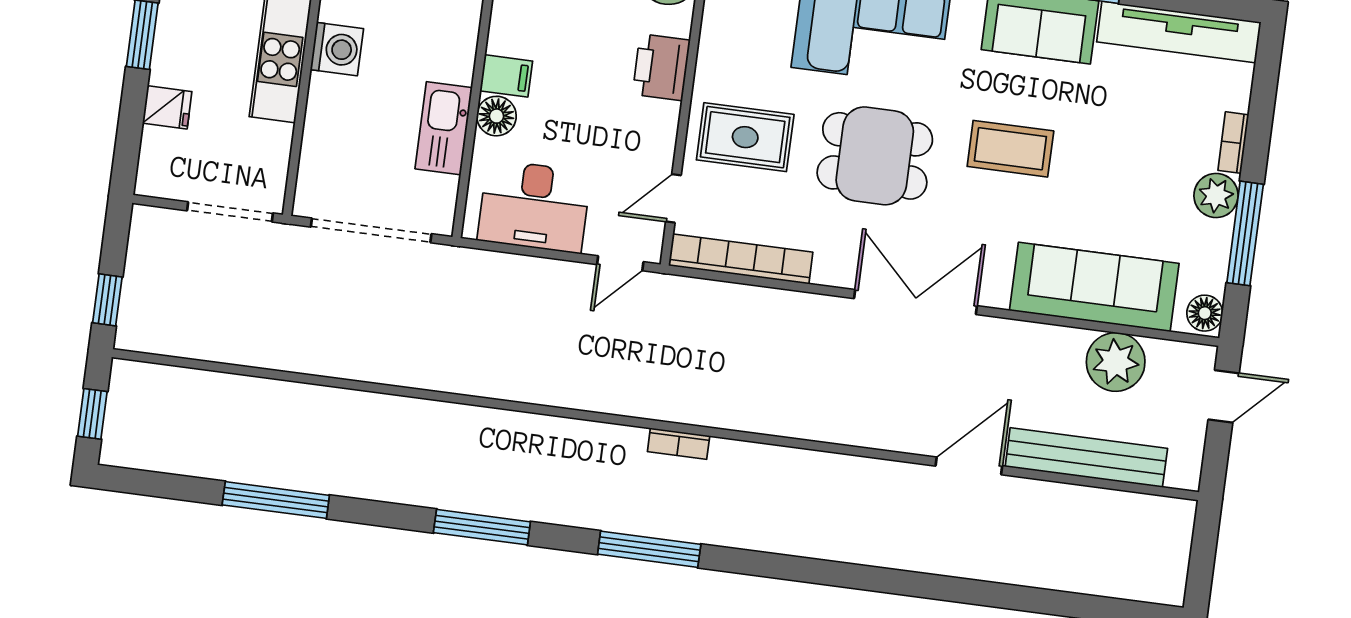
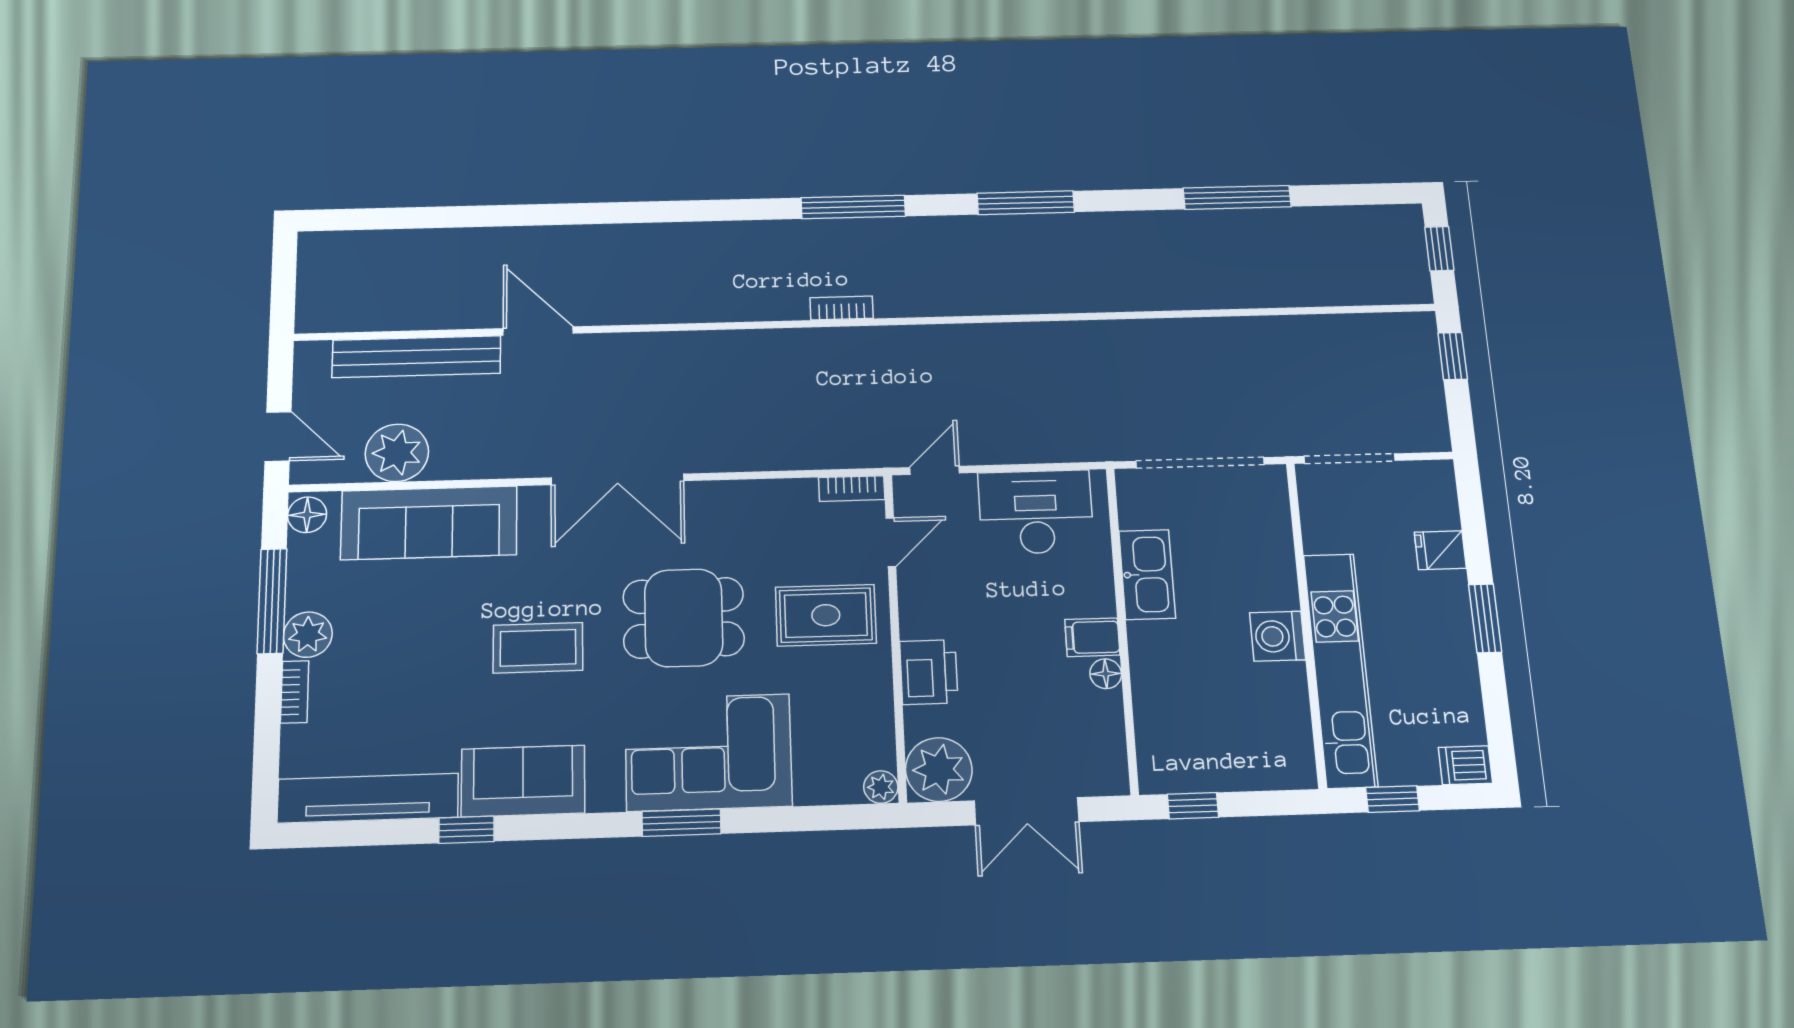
floor lamp: (496, 116) -> (1106, 674), moved, width x0.73, depth x0.73
bookcase: (741, 259) -> (852, 489), width x0.43, depth x0.76
door: (1224, 396) -> (278, 437), swing flipped
door: (969, 466) -> (538, 331), swing flipped

